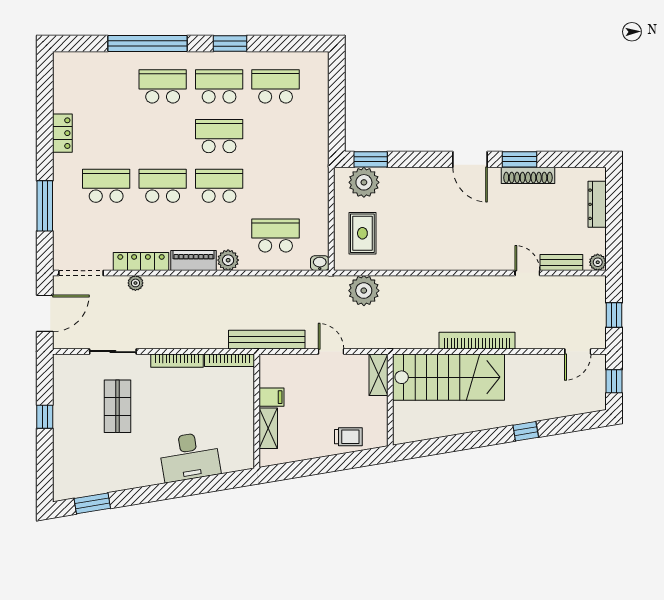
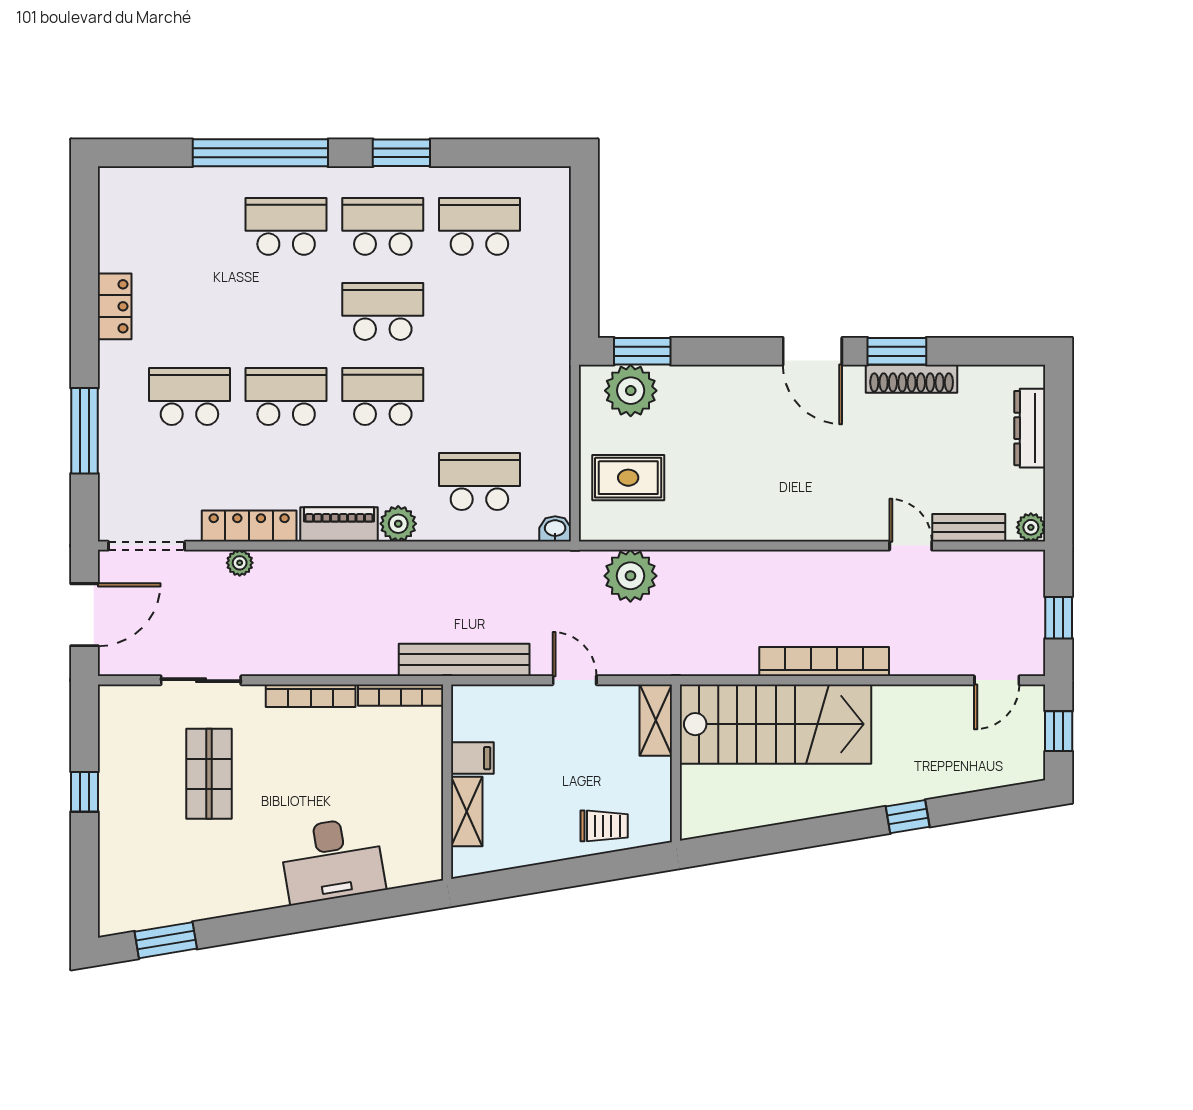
rug: (362, 233) -> (628, 478), turned 90

